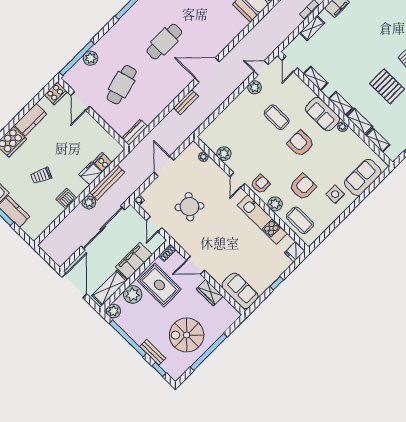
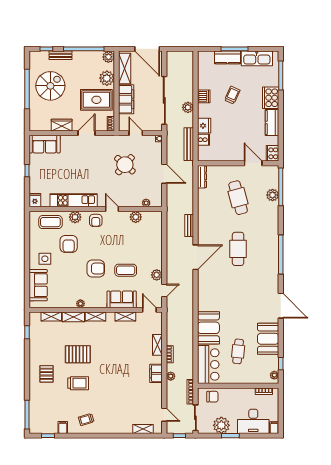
sofa: (323, 114) -> (122, 299), moved
bench: (107, 182) -> (189, 144), moved

